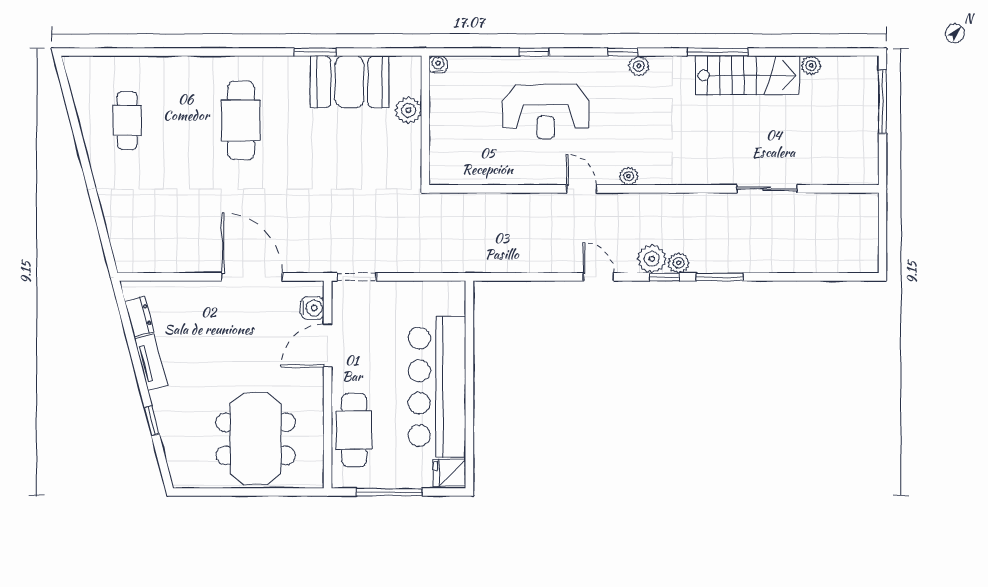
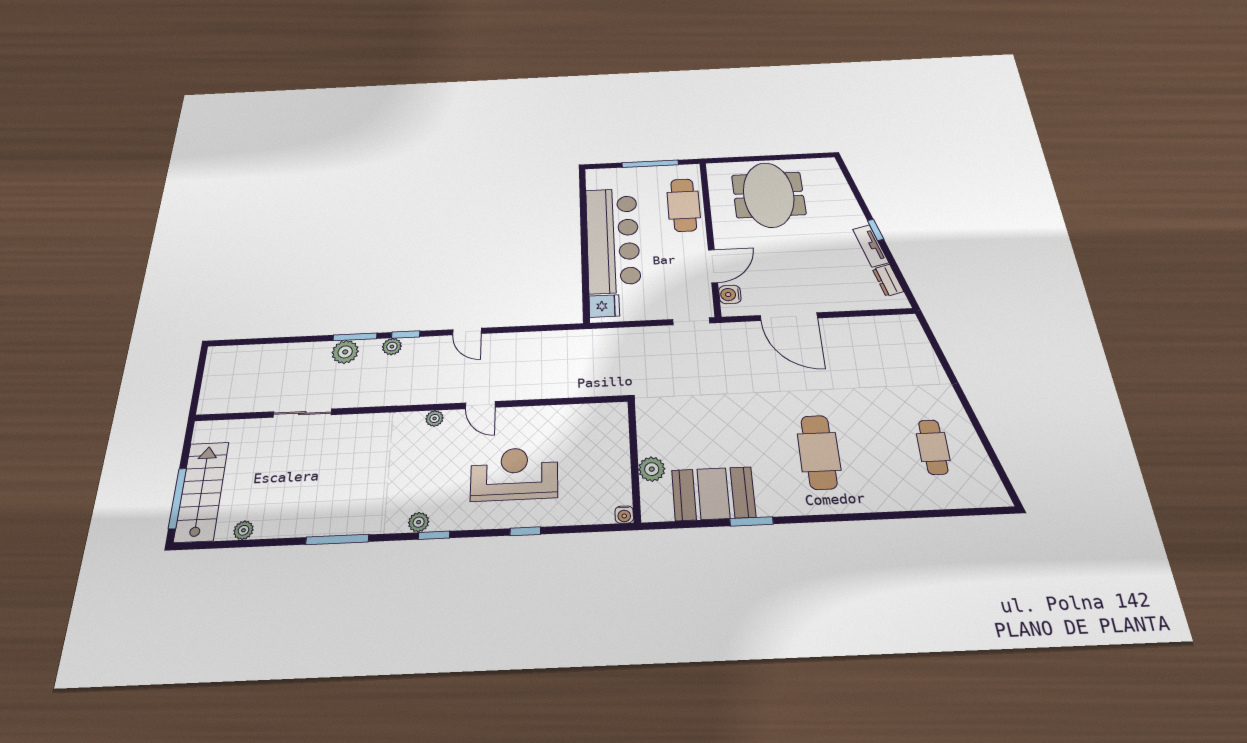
stairs: (747, 75) -> (202, 491), moved, turned 90
plant: (652, 259) -> (345, 352), moved
window: (152, 421) -> (875, 230), moved
fridge: (450, 473) -> (604, 306), moved

